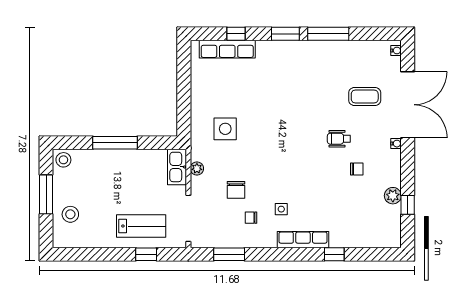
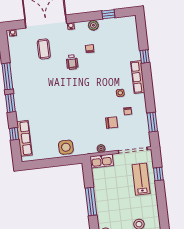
side table: (225, 129) -> (66, 147), moved
plant: (393, 196) -> (93, 25), moved

